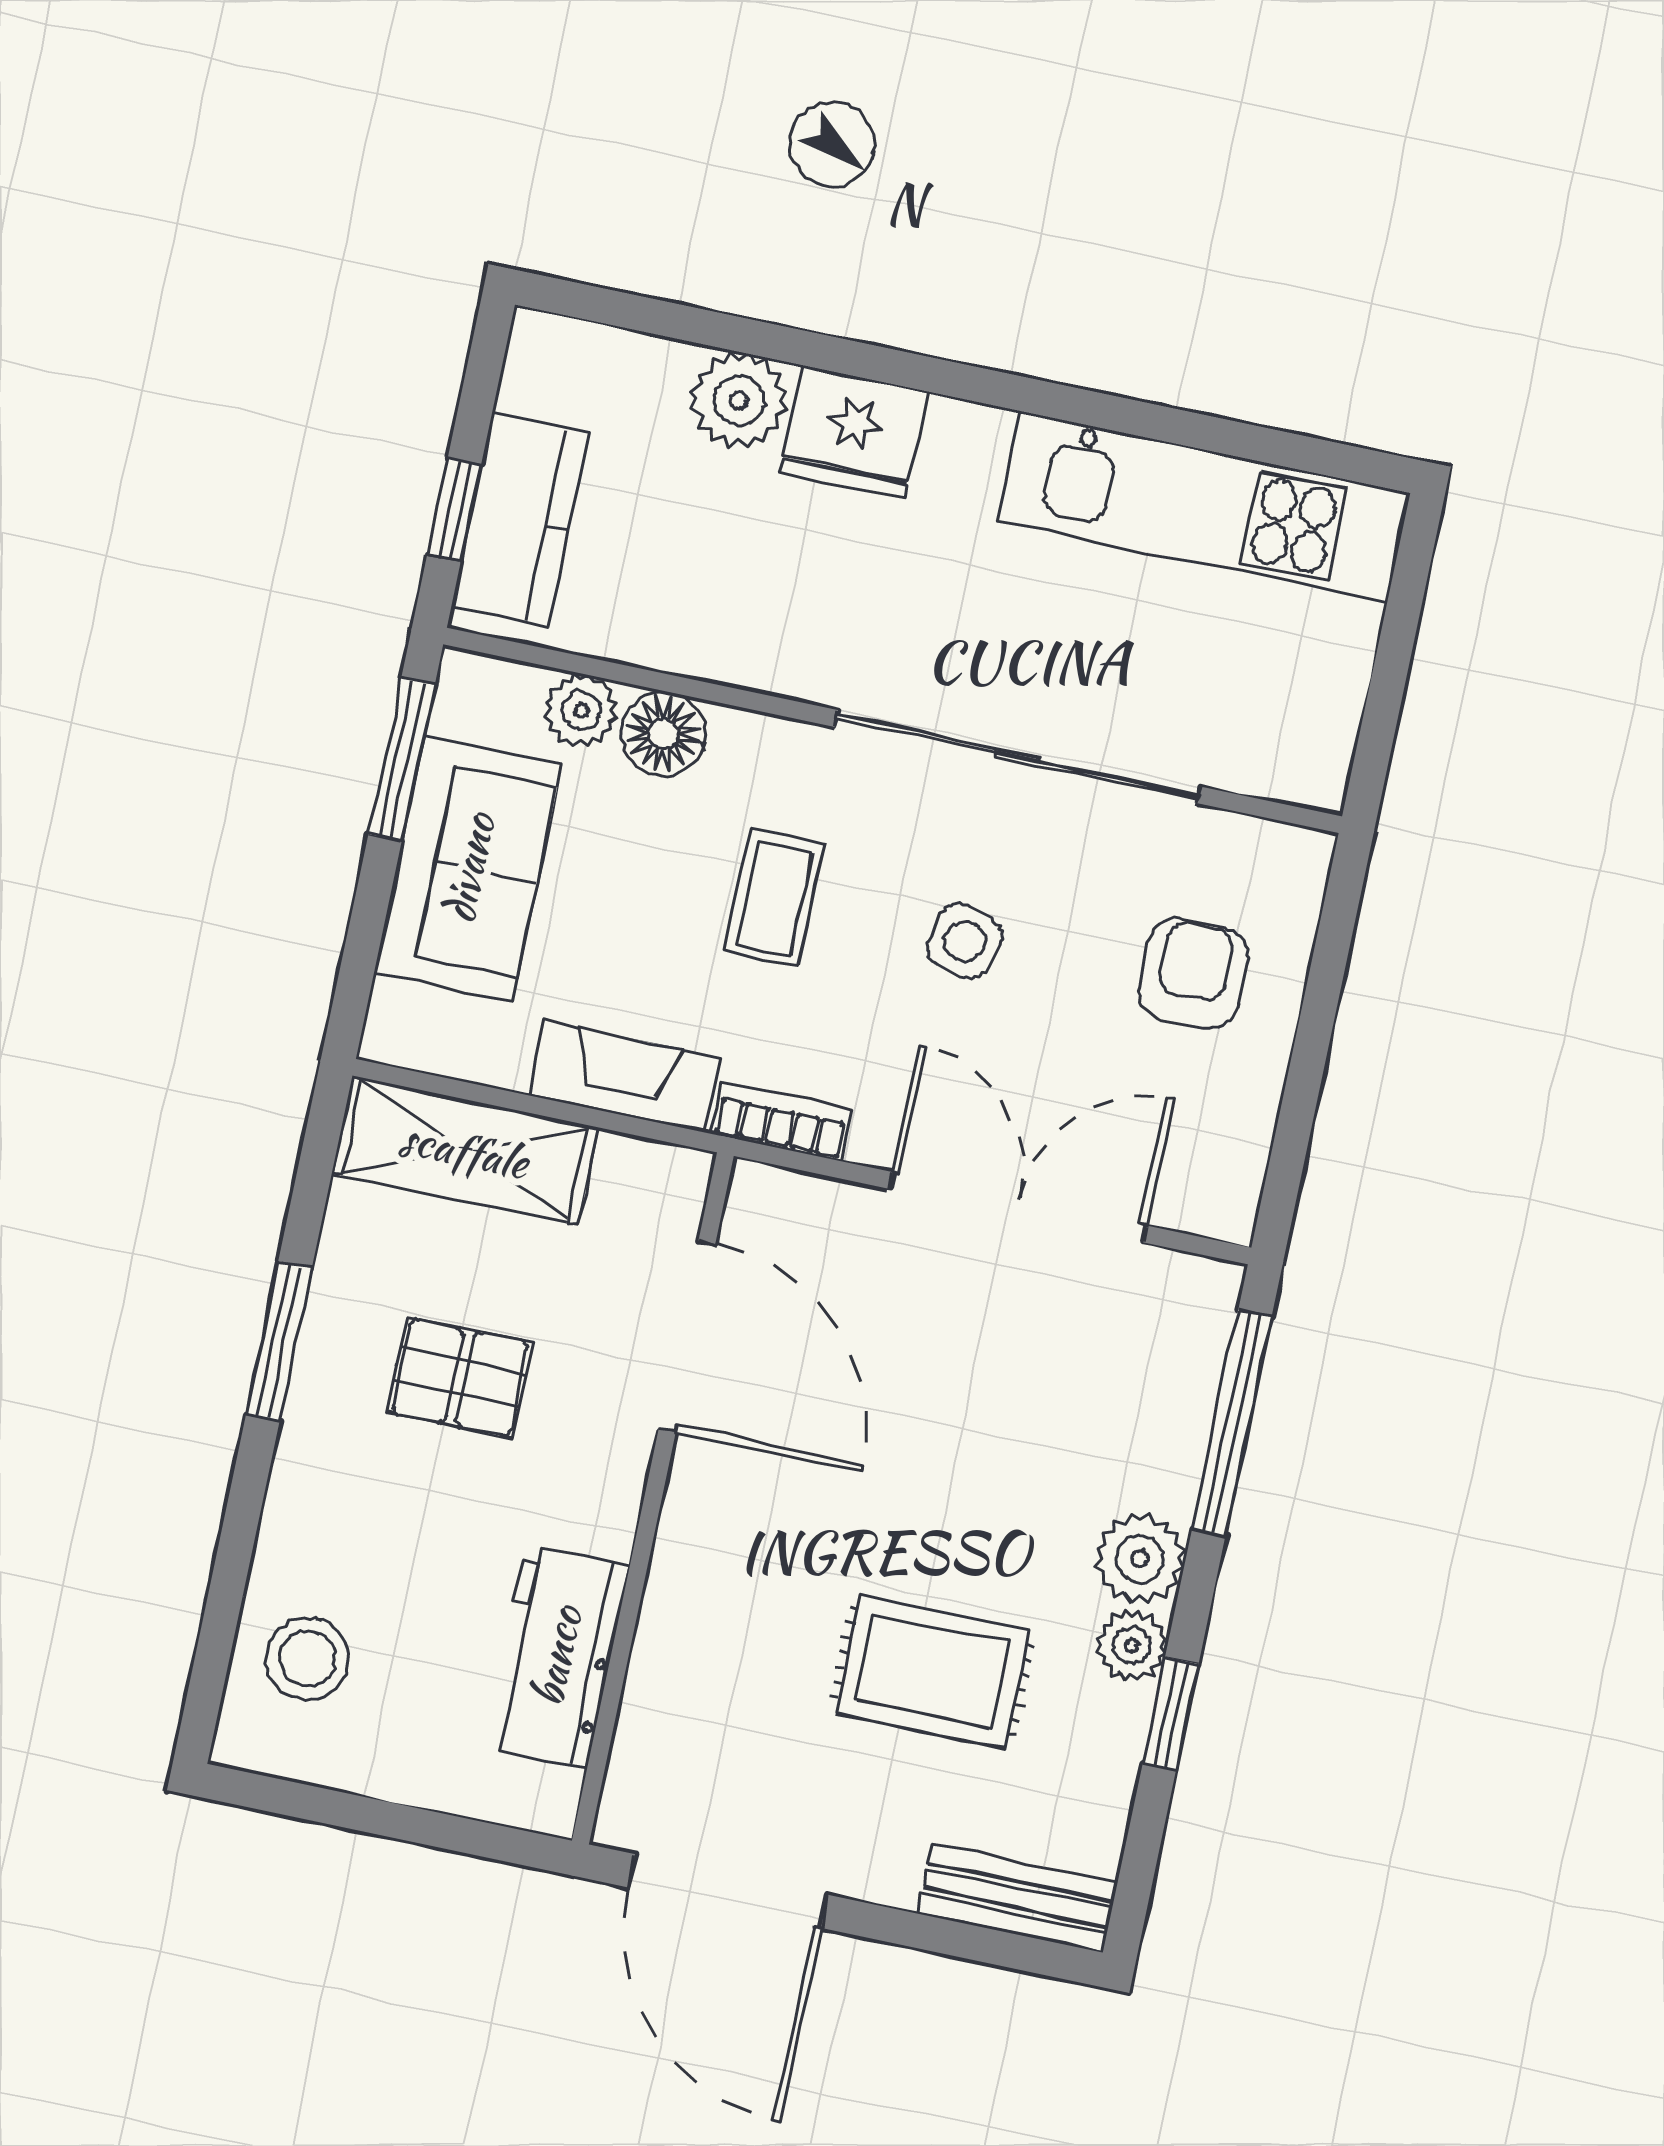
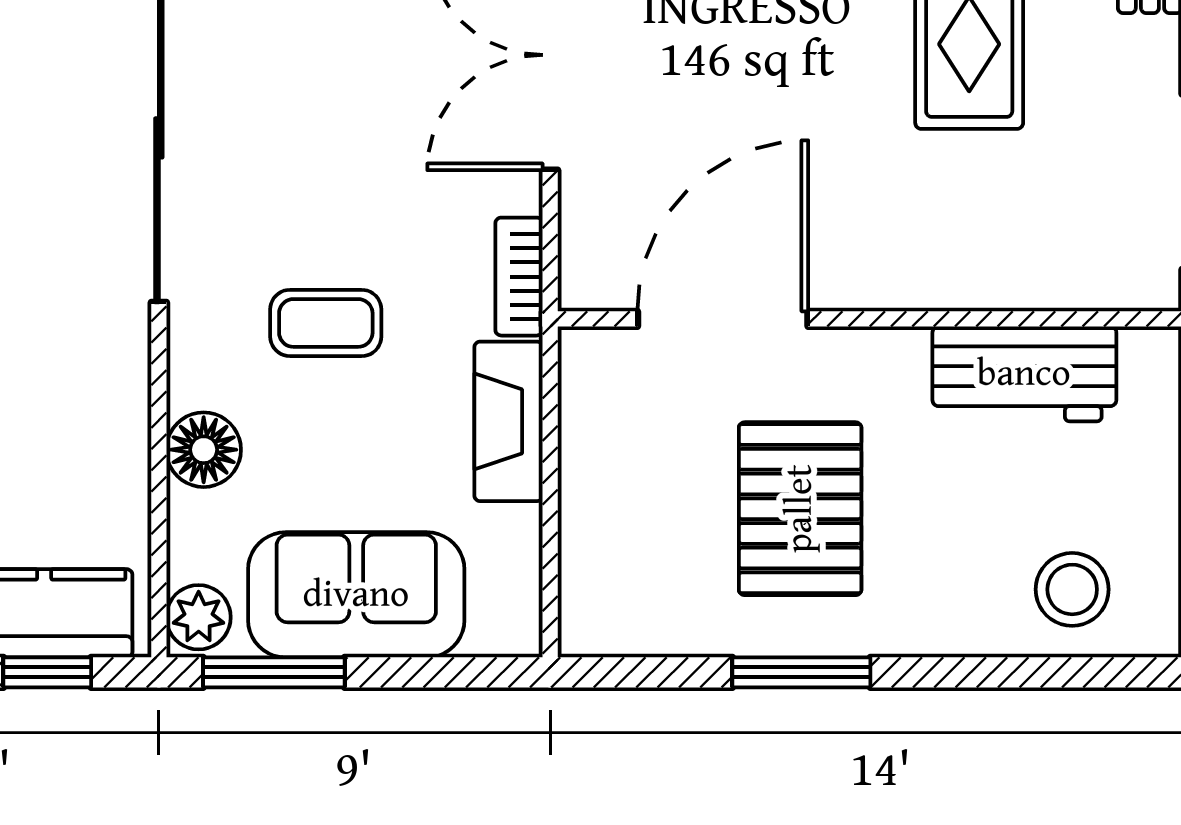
plant: (581, 710) -> (199, 617), moved
side table: (965, 941) -> (329, 150), removed
shelving: (464, 1150) -> (602, 546), removed
pallet: (460, 1377) -> (800, 509), width x1.50, depth x1.42

